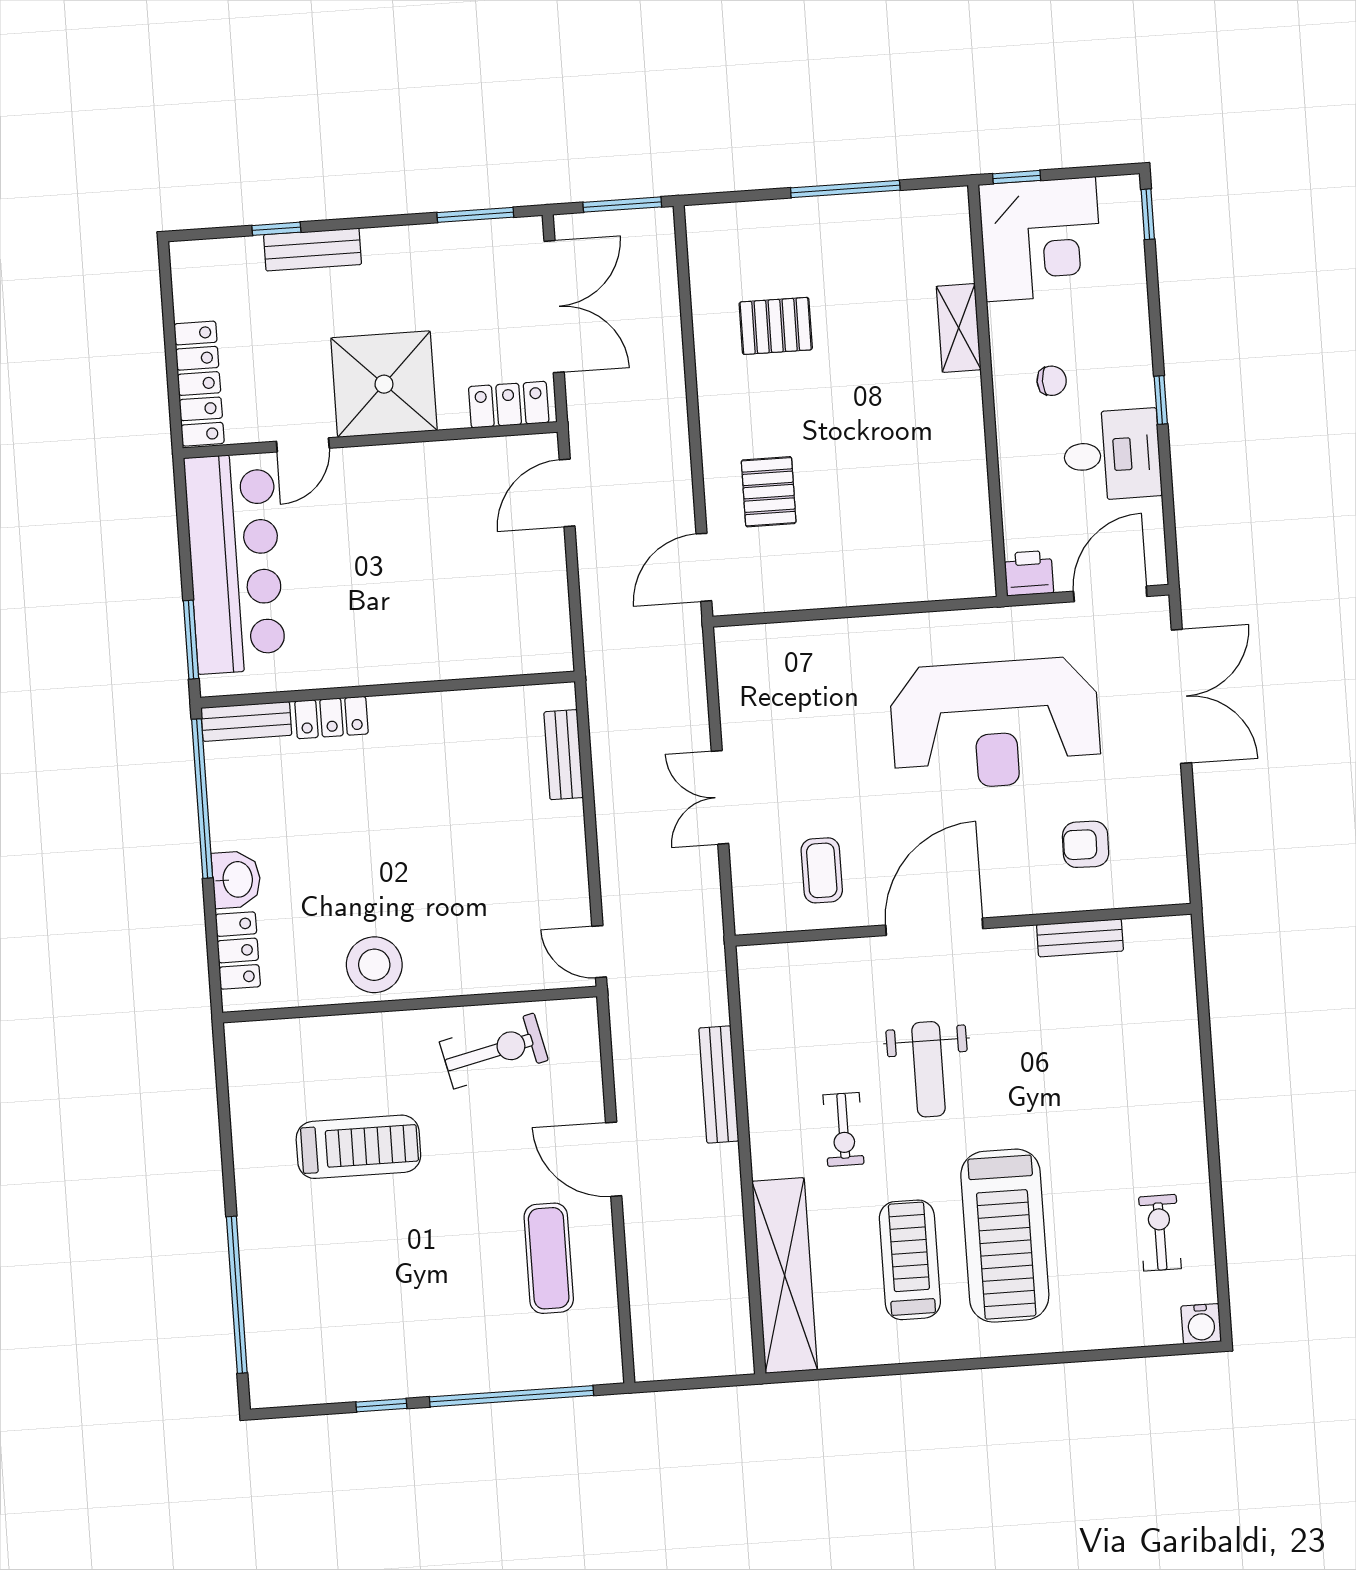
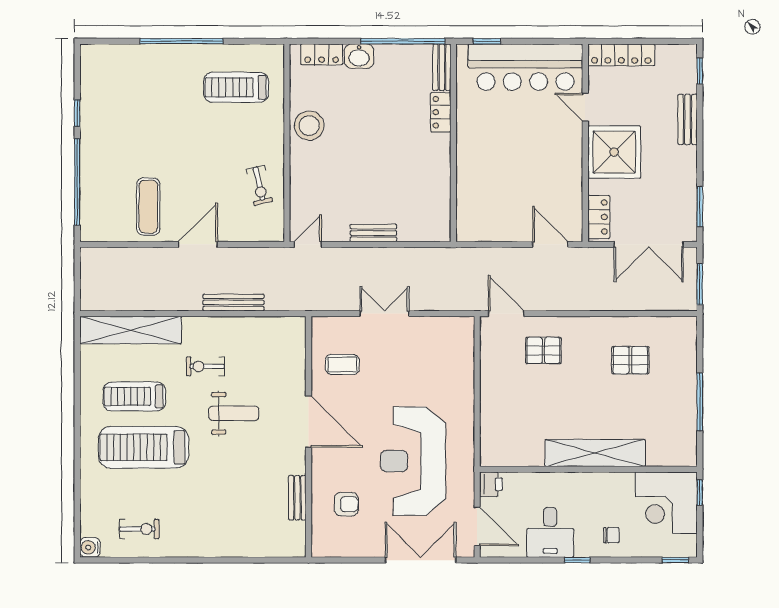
window: (276, 229) -> (700, 71), moved
pallet: (776, 326) -> (630, 360), turned 90
shelving: (959, 328) -> (595, 453), width x2.20, depth x1.33
chair: (1052, 381) -> (611, 535), moved, turned -90
window: (191, 640) -> (487, 41), width x0.67
double door: (1181, 696) -> (421, 560), swing flipped
bench: (564, 755) -> (373, 233), moved
armchair: (1086, 844) -> (346, 504), turned 89
exercise bike: (494, 1051) -> (259, 185), width x0.73, depth x0.72
weight bench: (928, 1069) -> (234, 413), turned 180
treadmill: (358, 1147) -> (236, 87), moved, turned 90
exercise mat: (549, 1258) -> (148, 207), turned 90
treadmill: (910, 1260) -> (134, 396), turned 180
window: (237, 1295) -> (182, 41), moved

